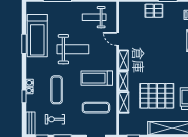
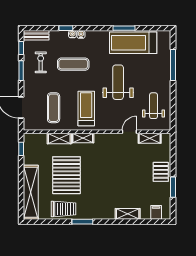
weight bench: (73, 49) -> (118, 82), turned 180
shelving: (124, 60) -> (150, 138), moved

